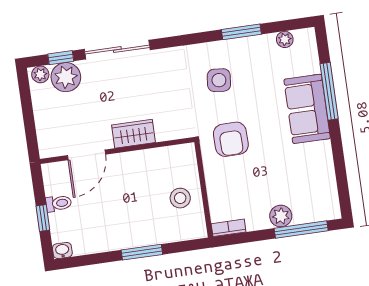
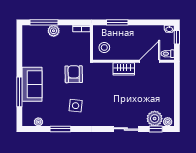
sliding door: (117, 50) -> (126, 129), width x0.73
wardrobe: (133, 134) -> (124, 69), moved
wall: (117, 151) -> (133, 61), moved
door: (86, 155) -> (150, 61), moved
window: (43, 218) -> (177, 37), moved
window: (142, 252) -> (117, 22), moved

